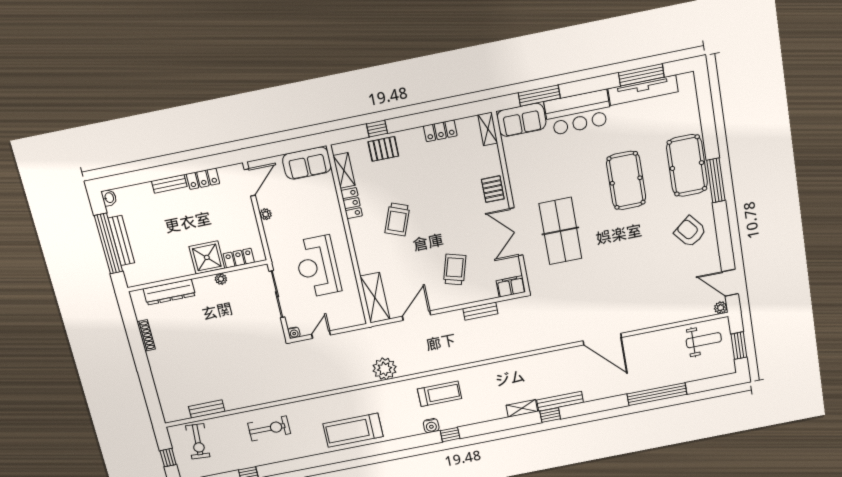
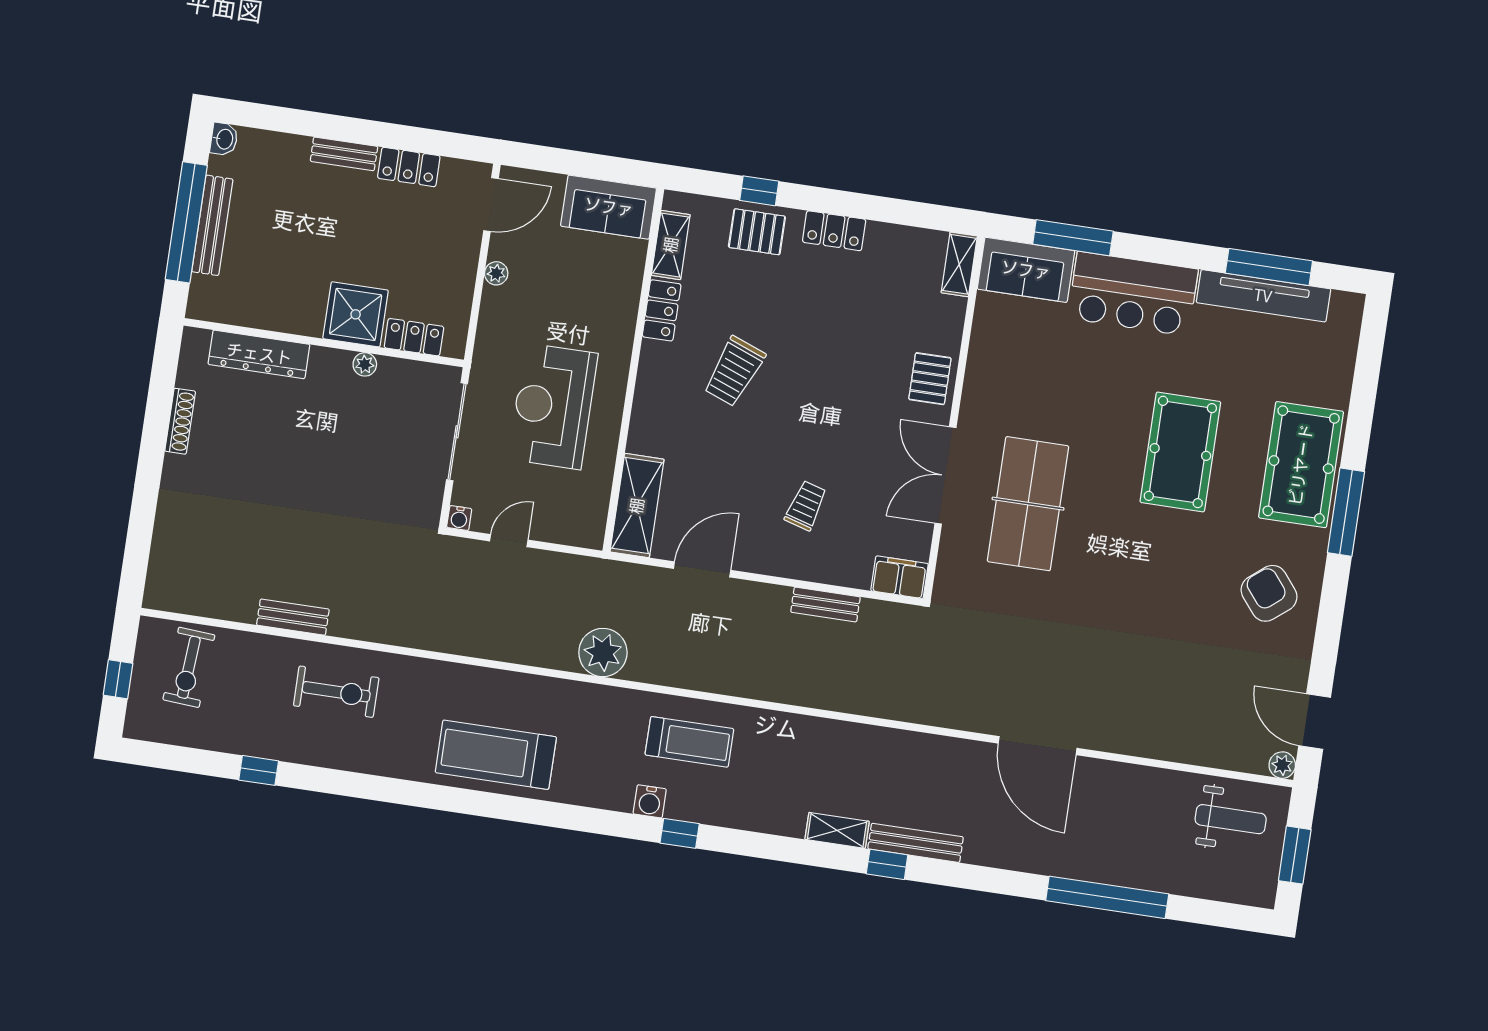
locker: (440, 131) -> (834, 231), moved
trolley: (455, 269) -> (806, 506), width x0.73, depth x0.72
bench: (207, 409) -> (293, 617), moved

